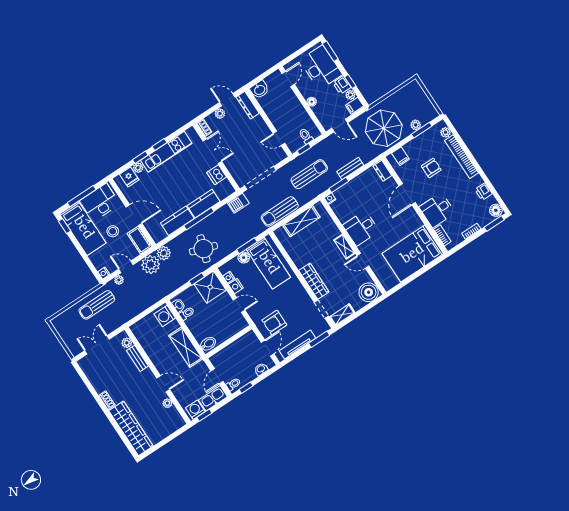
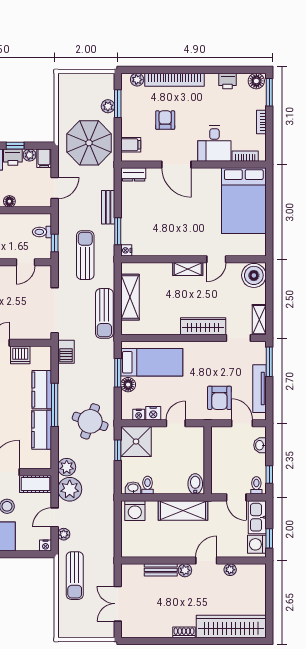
desk: (361, 228) -> (180, 238), removed
plant: (127, 343) -> (185, 570), moved

